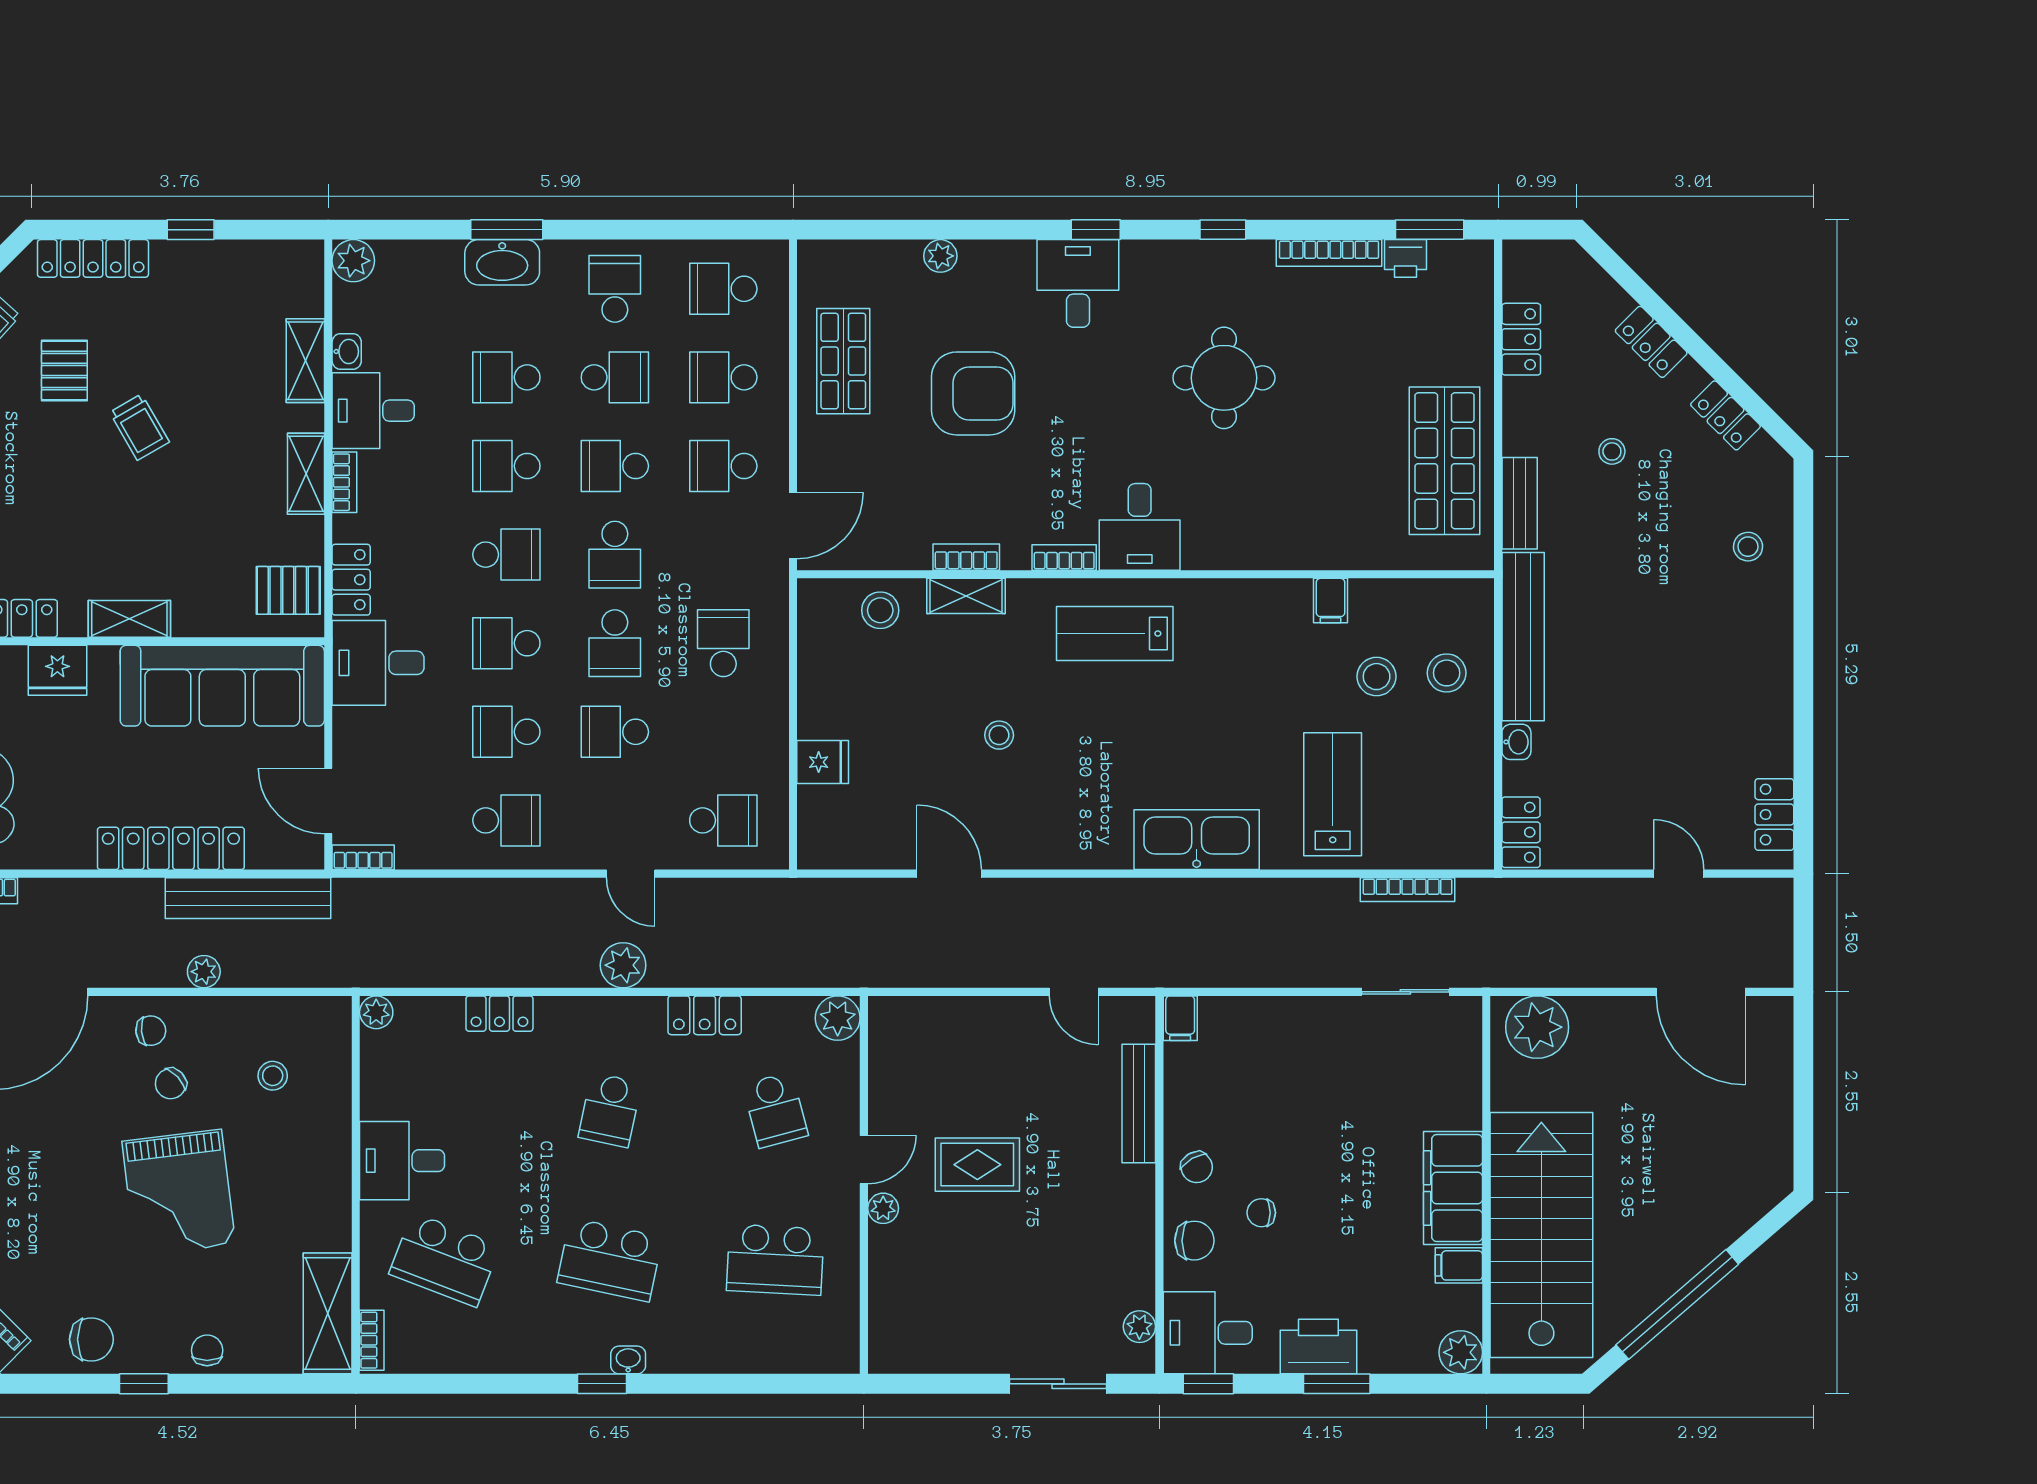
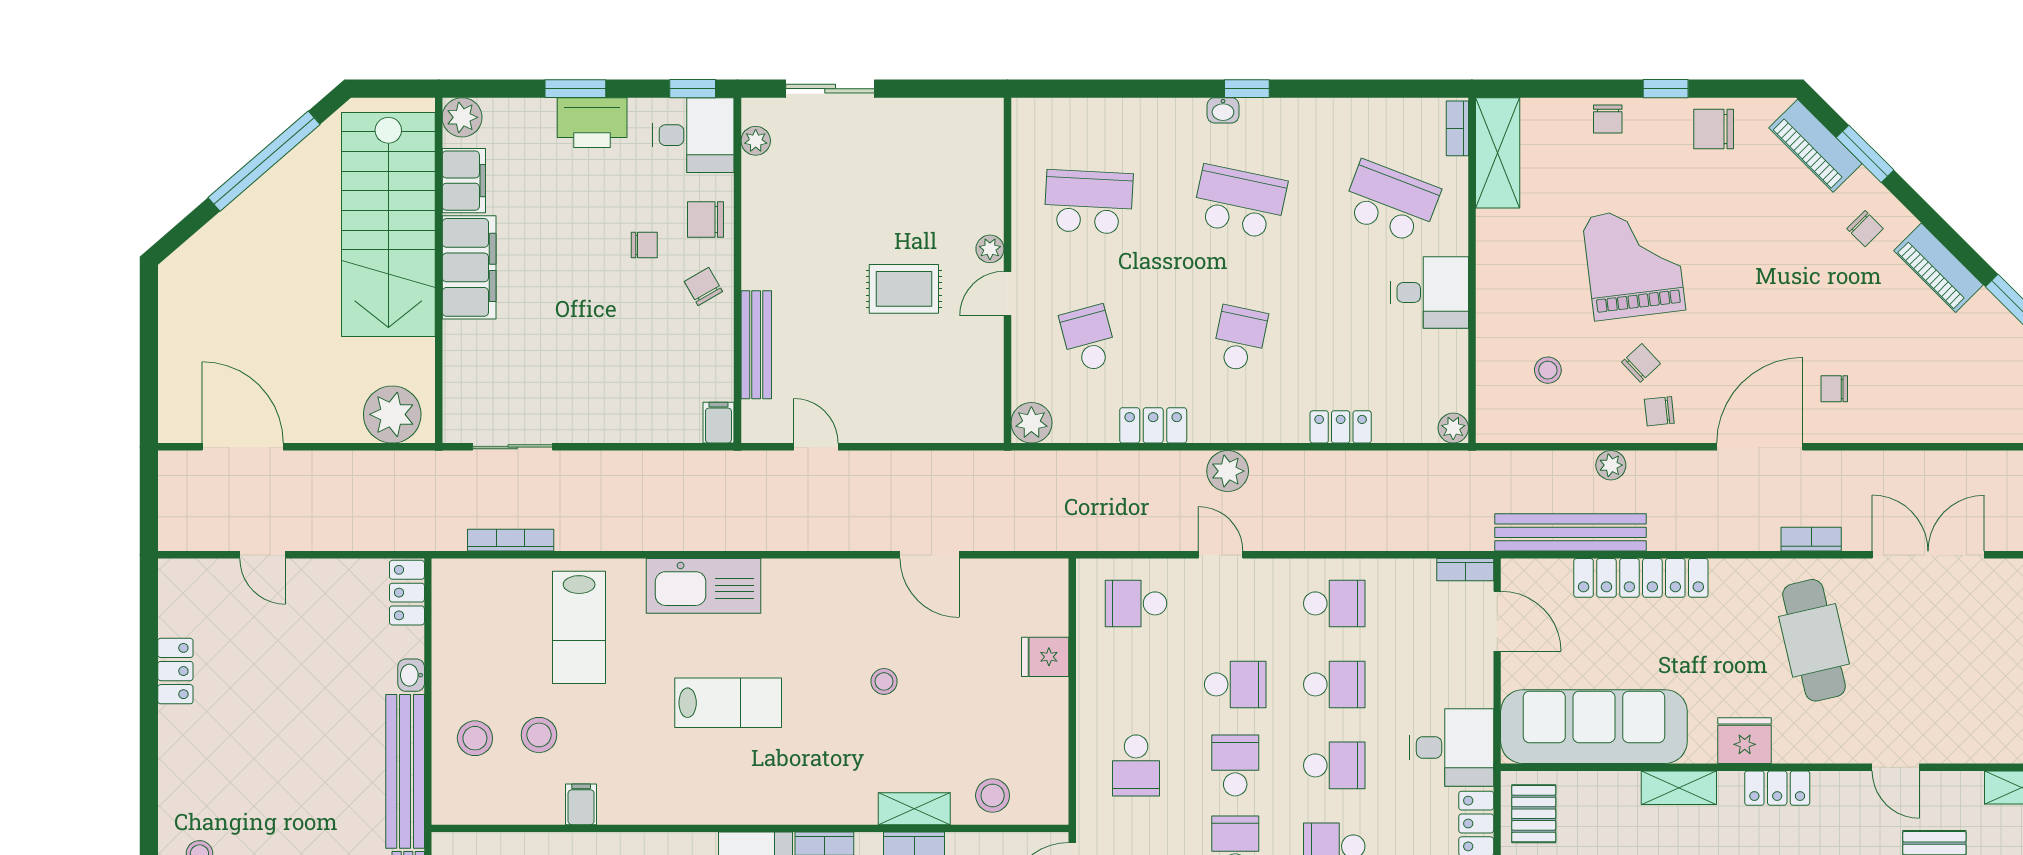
pallet: (288, 590) -> (1534, 814), turned 90
lab bench: (1115, 633) -> (728, 703), moved
locker: (1774, 814) -> (175, 671), moved
school desk: (506, 820) -> (1334, 603), turned 180
filing cabinet: (1459, 1265) -> (464, 181), width x2.00

